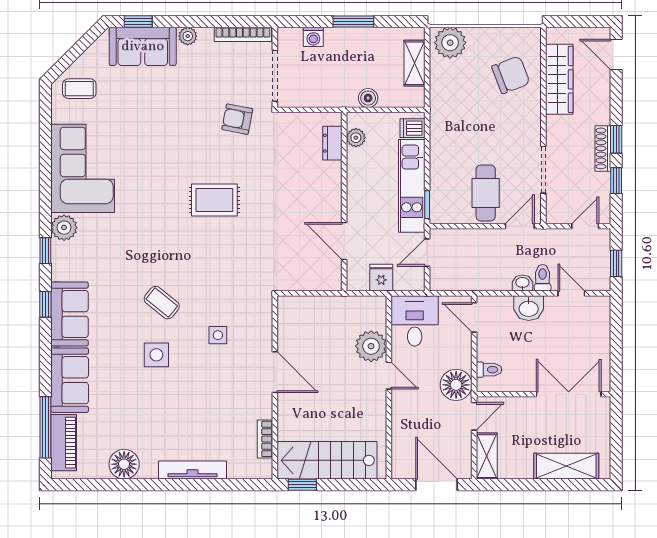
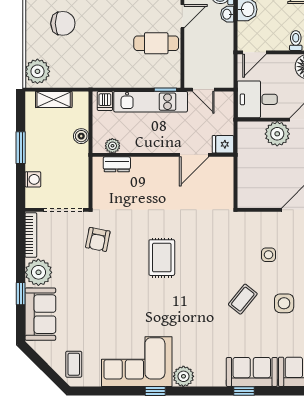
window: (138, 21) -> (21, 294), moved
plant: (188, 36) -> (38, 272), width x1.88, depth x1.88
chair: (511, 75) -> (63, 23), turned 111
door: (520, 226) -> (182, 16), swing flipped
window: (45, 251) -> (155, 391), moved
fridge: (381, 278) -> (223, 144), moved

